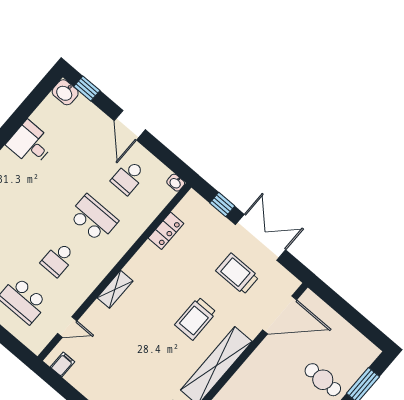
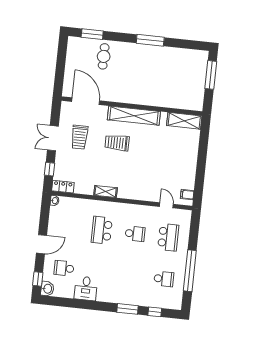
school desk: (128, 177) -> (64, 268), moved, turned 180
locker: (166, 231) -> (63, 187), moved
double door: (261, 237) -> (53, 138), width x0.73
shelving: (115, 289) -> (106, 191), moved
trolley: (196, 319) -> (117, 143), turned 180

